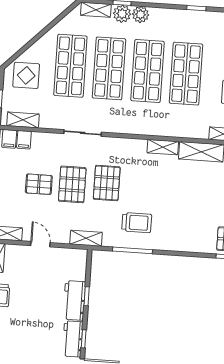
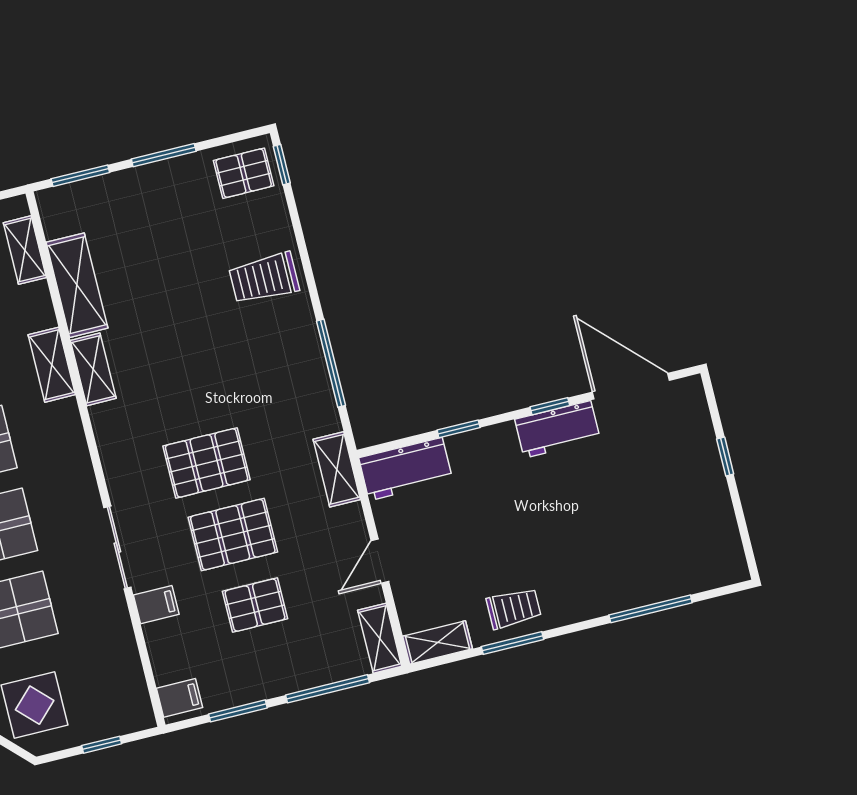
shelving: (23, 120) -> (52, 365), moved
filing cabinet: (24, 140) -> (156, 605), moved
pallet: (39, 184) -> (255, 605), turned 90
trolley: (137, 223) -> (264, 278), moved, turned -90
workbench: (74, 300) -> (406, 469), moved

